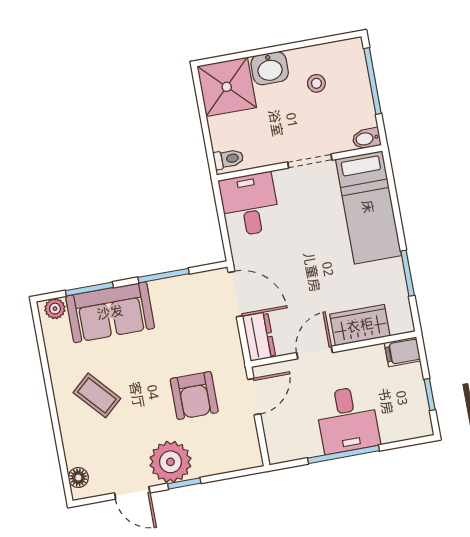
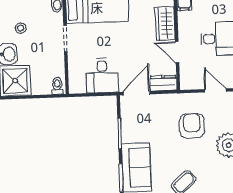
desk: (250, 205) -> (102, 76), moved, turned -90
armchair: (194, 396) -> (192, 126), turned -90
door: (254, 397) -> (215, 90), moved

